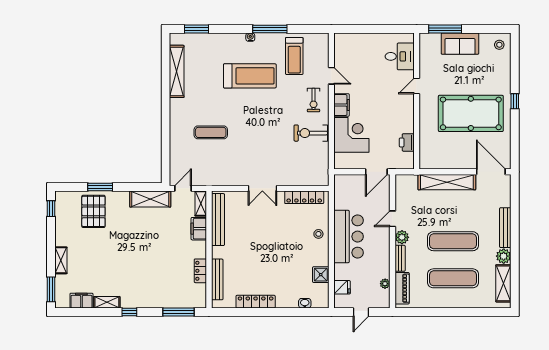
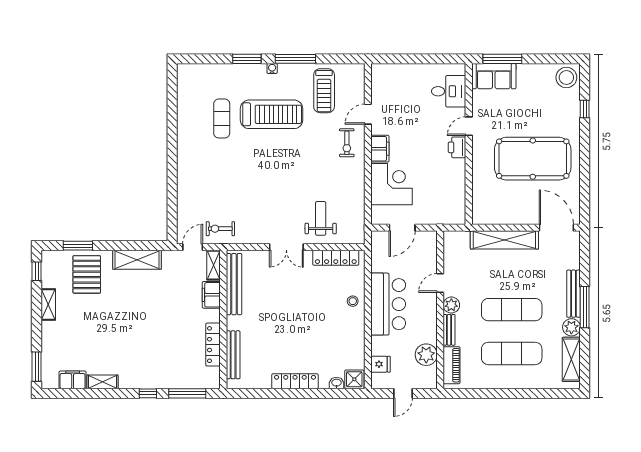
window: (196, 29) -> (247, 59), moved
sofa: (460, 44) -> (494, 76), moved
stool: (499, 45) -> (566, 77), width x1.89, depth x1.89
shelving: (177, 71) -> (185, 109), removed
door: (331, 76) -> (368, 114), swing flipped
window: (515, 101) -> (585, 109), moved
exercise mat: (211, 132) -> (222, 118), moved, turned 90
exercise bike: (311, 133) -> (220, 229), moved, width x0.73, depth x0.72
printer: (407, 142) -> (457, 147), moved
weight bench: (291, 164) -> (321, 218), added
door: (376, 172) -> (402, 228), moved
window: (100, 187) -> (78, 246), moved
shelving: (150, 199) -> (137, 260), moved
window: (515, 239) -> (585, 307), added
shelving: (61, 260) -> (48, 305), moved
locker: (200, 271) -> (213, 345), width x1.53
shower: (321, 275) -> (354, 379), moved
plant: (385, 284) -> (426, 355), width x1.87, depth x1.87
locker: (256, 302) -> (295, 381), moved
window: (129, 312) -> (148, 393), moved

